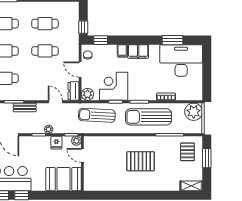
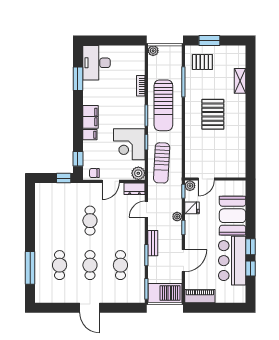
cafe table: (45, 24) -> (60, 221), removed
desk: (181, 60) -> (97, 63), width x0.73, depth x0.77
plant: (194, 112) -> (153, 51), width x0.53, depth x0.53
booth: (64, 179) -> (233, 216), moved
shelving: (191, 186) -> (240, 81), moved

